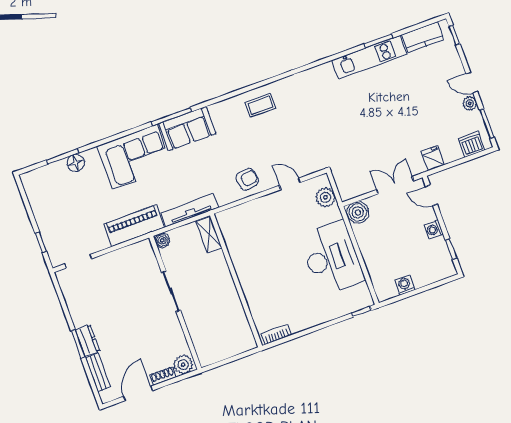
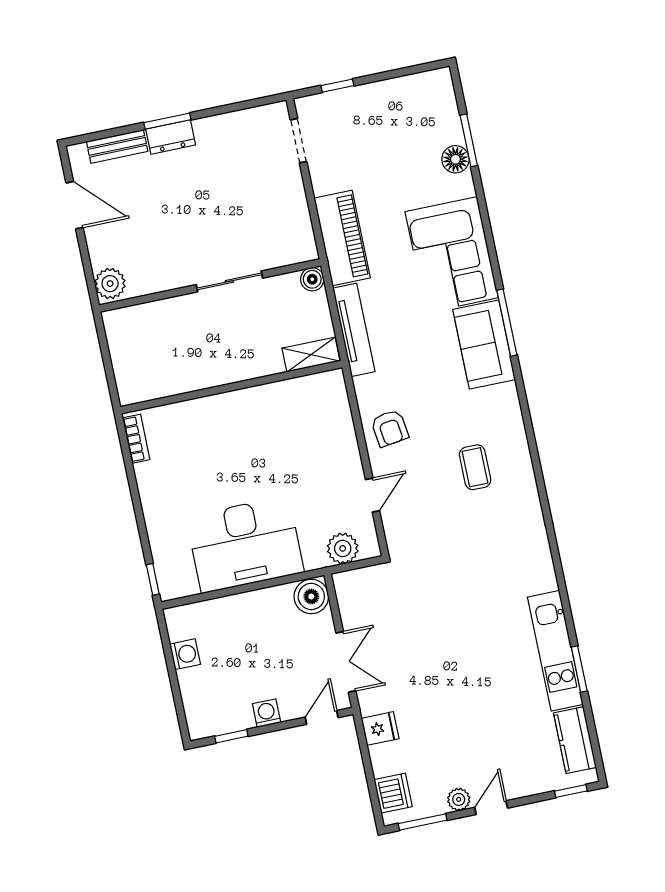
coffee table: (260, 105) -> (475, 467), moved
shoe rack: (163, 376) -> (97, 248), removed

